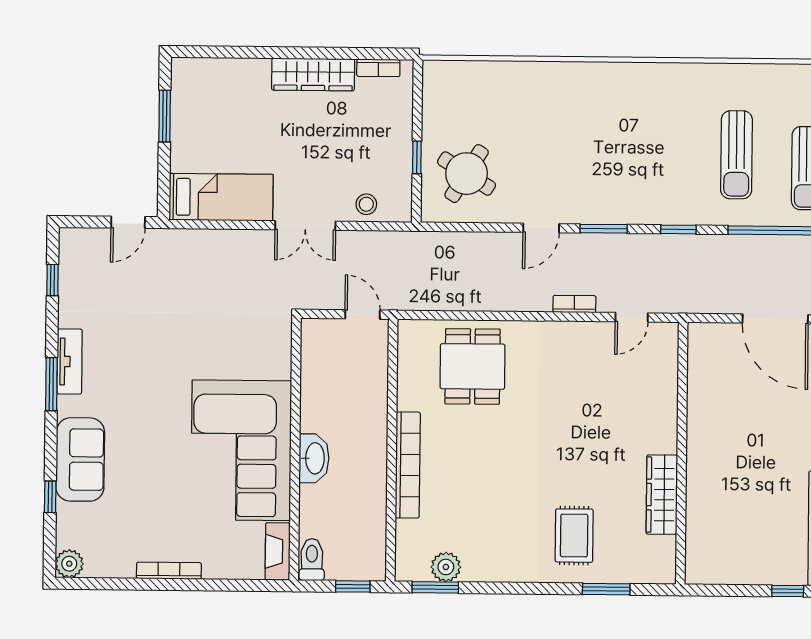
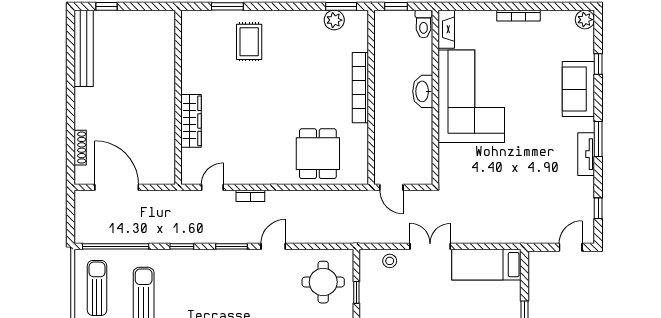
round table: (467, 174) -> (323, 282), turned -32
door: (128, 222) -> (571, 247), moved
wardrobe: (662, 495) -> (191, 121), moved

